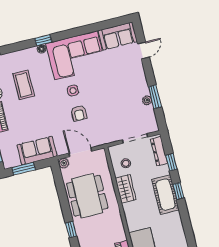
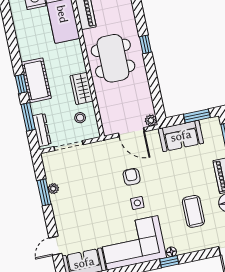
window: (171, 162) -> (28, 117), width x1.50
dining table: (87, 196) -> (113, 58), moved

